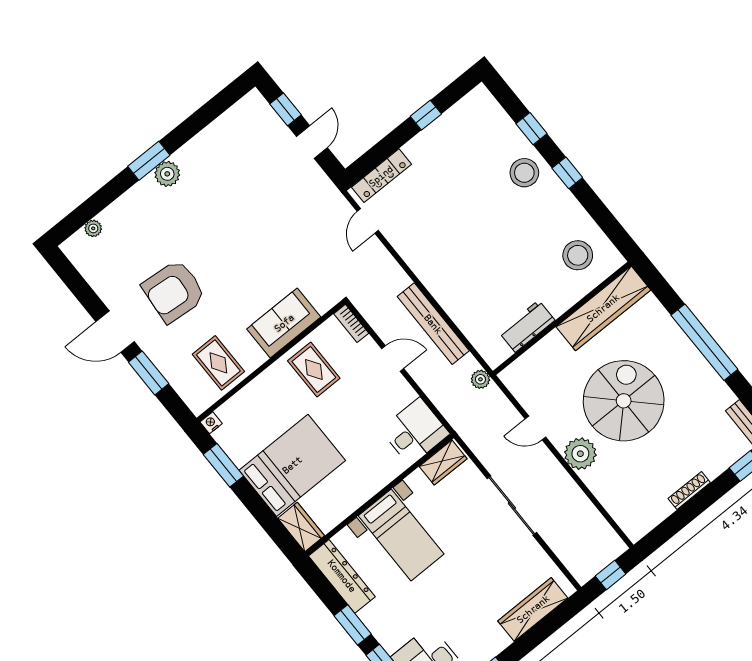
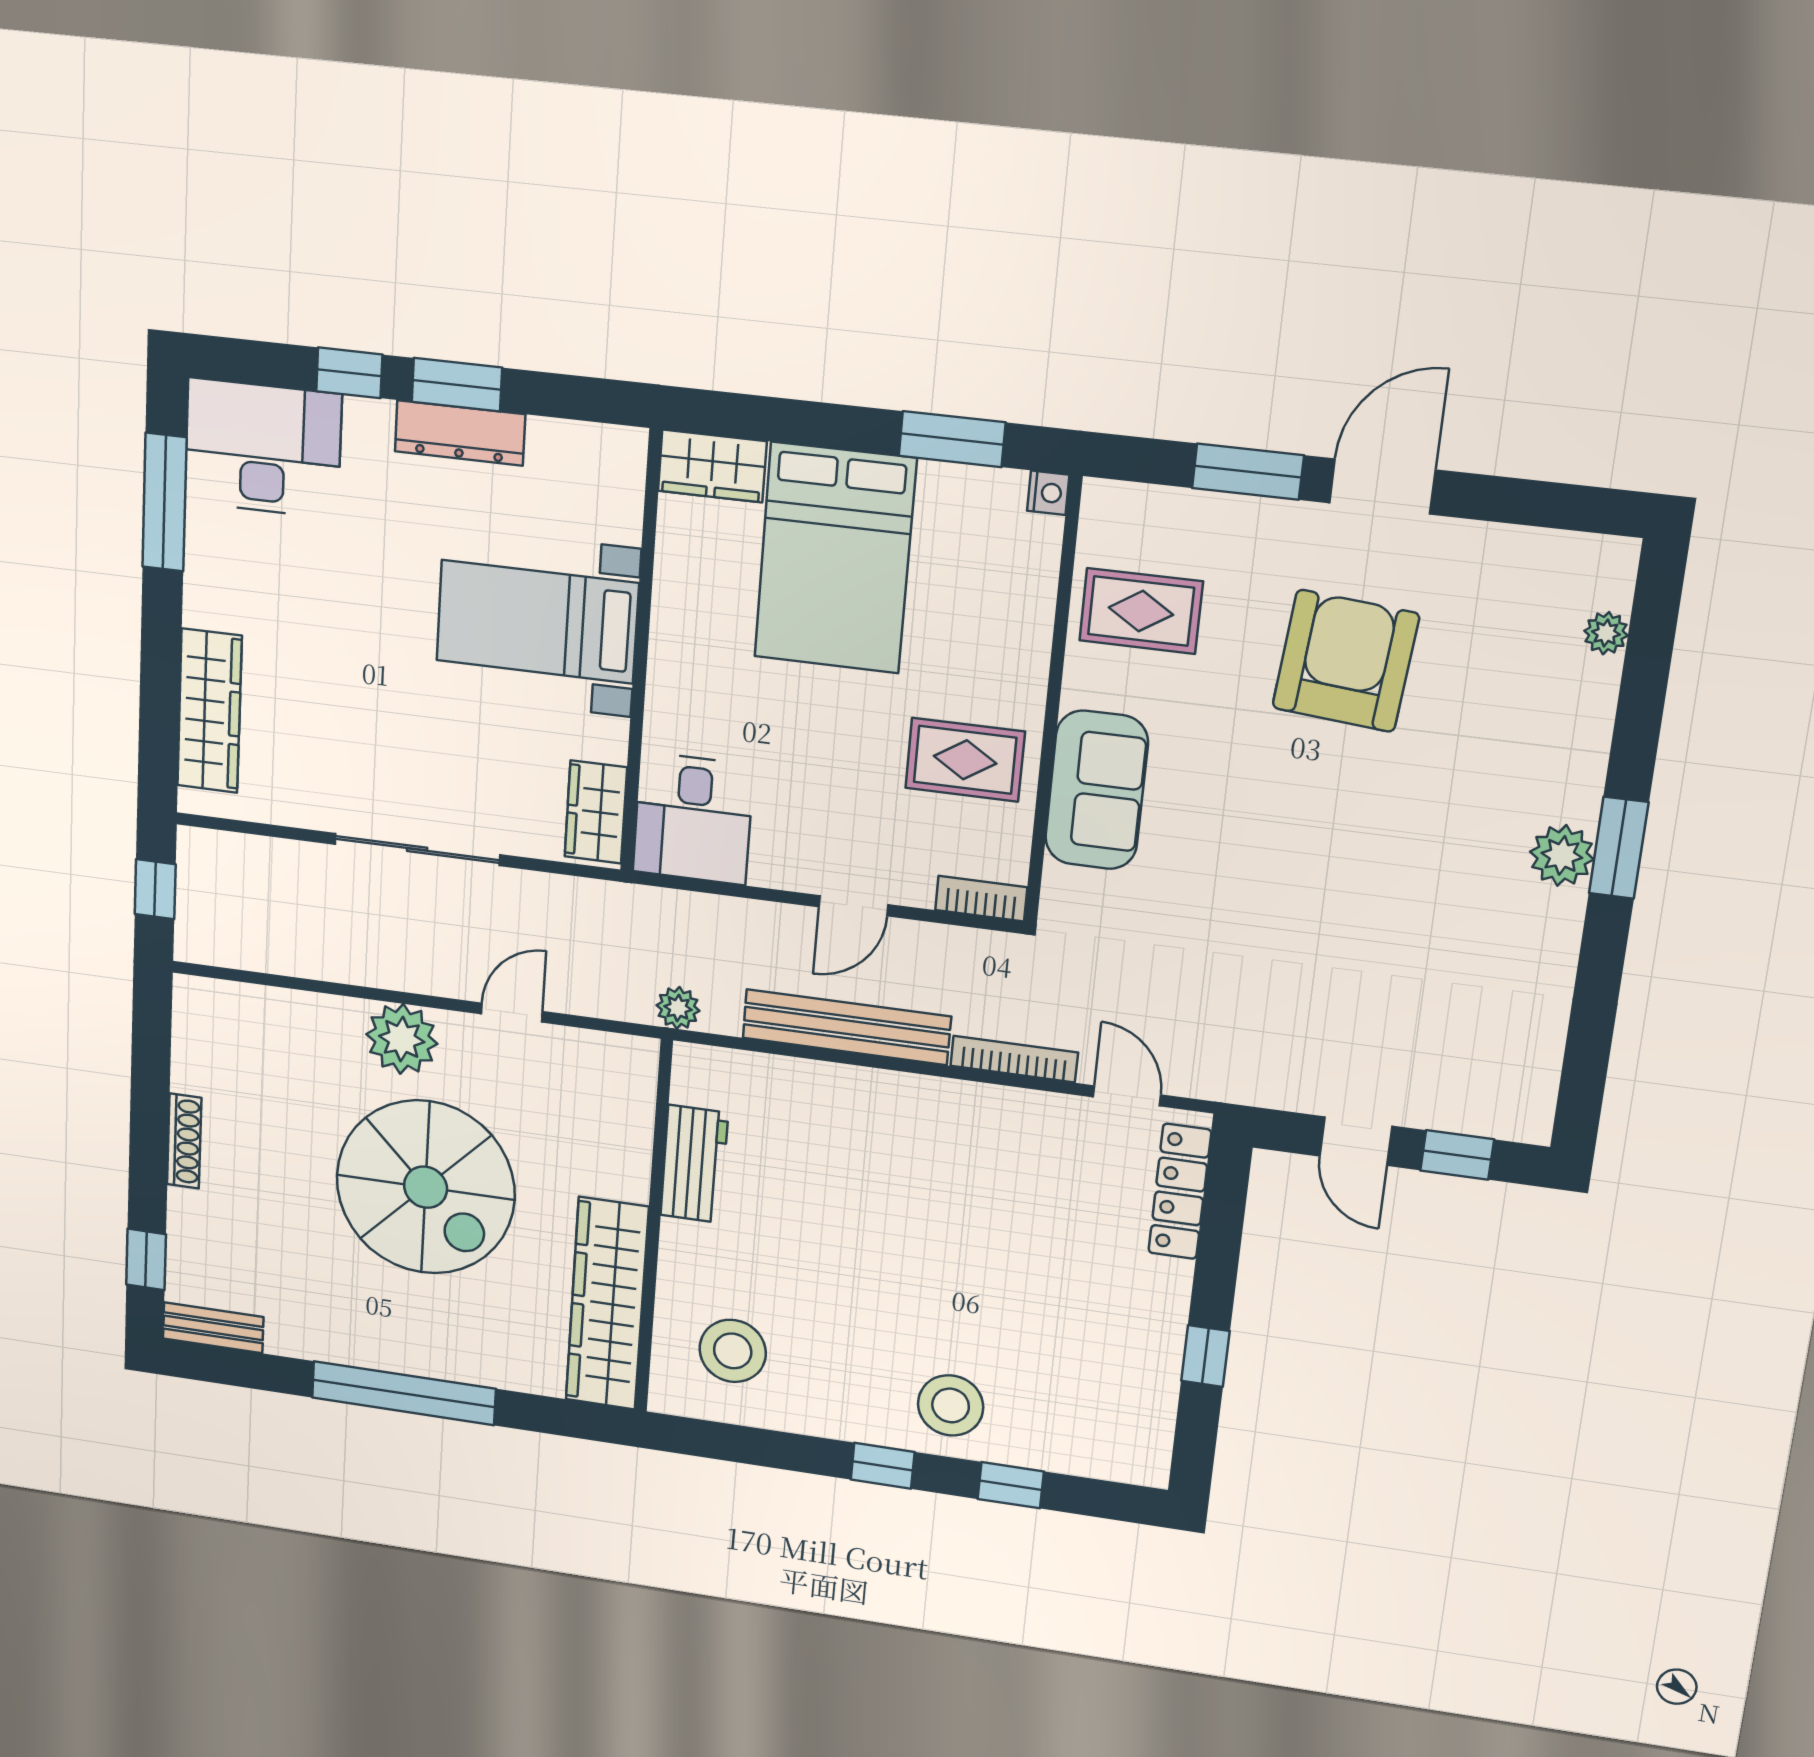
bookcase: (391, 265) -> (1014, 1059), added
dresser: (342, 576) -> (460, 433), moved, width x0.73, depth x0.80

